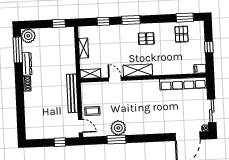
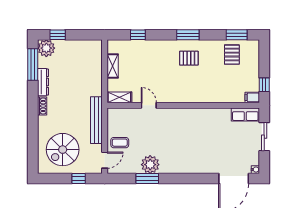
window: (131, 20) -> (188, 35), moved
window: (59, 23) -> (58, 35), moved
window: (209, 47) -> (264, 85), moved
shelving: (138, 70) -> (177, 96), removed
row of seats: (183, 84) -> (245, 114), width x0.50
sliding door: (212, 111) -> (264, 137), moved
spiral stairs: (46, 119) -> (63, 150), added
door: (81, 126) -> (105, 160), hinge flipped

